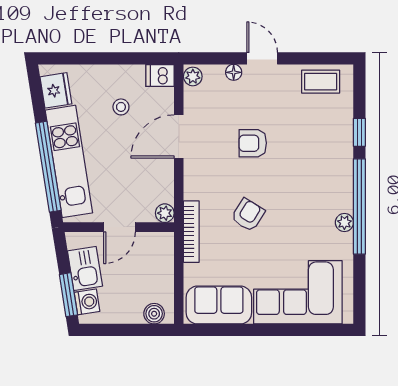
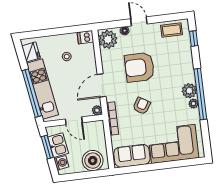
plant: (193, 76) -> (108, 39), width x1.87, depth x1.87
window: (359, 132) -> (194, 39), moved
door: (179, 136) -> (102, 86), moved
armchair: (253, 143) -> (139, 67), width x1.88, depth x1.88
plant: (340, 198) -> (189, 91), added
door: (119, 227) -> (74, 121), hinge flipped
window: (68, 295) -> (47, 147), moved
boiler: (154, 314) -> (93, 161), width x1.86, depth x1.86

